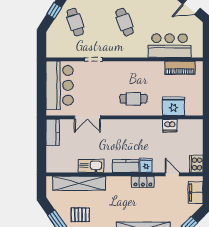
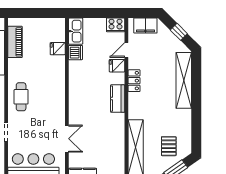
cafe table: (133, 99) -> (21, 97), moved
fridge: (174, 106) -> (58, 49), width x0.53, depth x0.75
fridge: (146, 165) -> (117, 66), moved
kitchen sink: (91, 166) -> (76, 31), moved, turned 180

